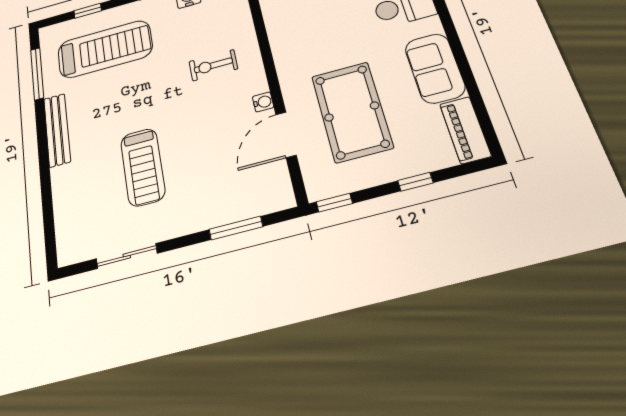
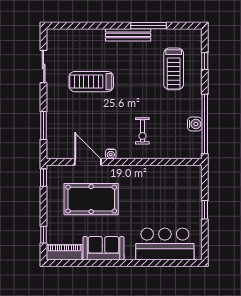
treadmill: (105, 49) -> (174, 69), width x0.73, depth x0.73
exercise bike: (213, 65) -> (142, 131), turned 180
window: (37, 74) -> (149, 26), moved
window: (415, 182) -> (44, 235), moved

